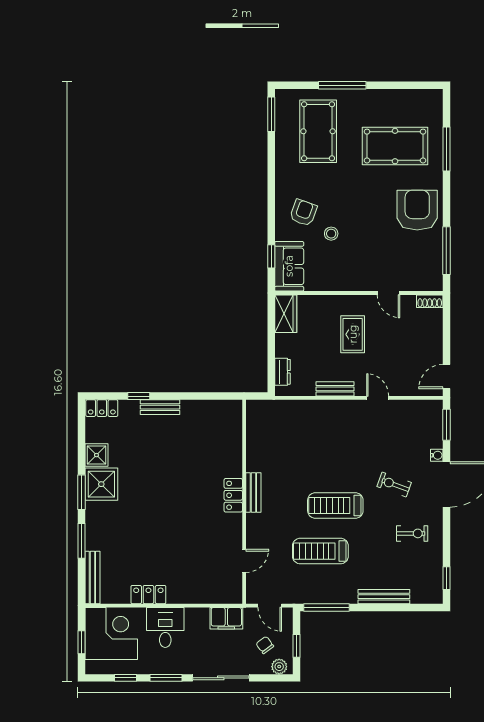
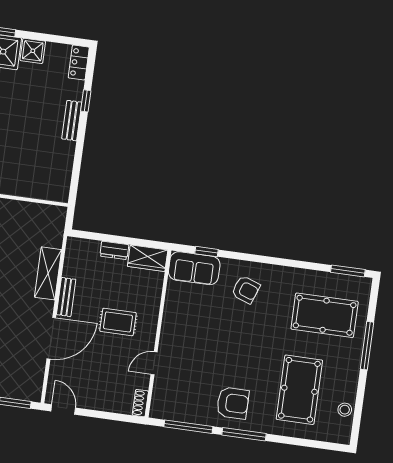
window: (446, 149) -> (244, 434), moved
armchair: (417, 210) -> (233, 403), width x0.73, depth x0.73
stool: (331, 234) -> (345, 410), moved
dresser: (282, 372) -> (114, 250), moved
door: (378, 398) -> (51, 338), width x1.88
shelving: (314, 410) -> (48, 273), added

